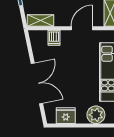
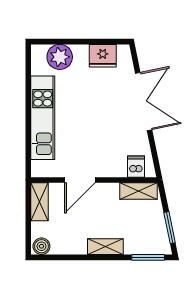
dishwasher: (54, 38) -> (136, 167), moved
double door: (37, 83) -> (144, 101), swing flipped

